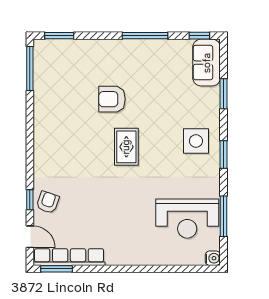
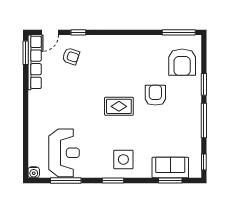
window: (59, 36) -> (204, 84), moved
sofa: (207, 63) -> (170, 168), moved
armchair: (69, 64) -> (182, 62), added
window: (223, 94) -> (170, 180), moved
armchair: (48, 202) -> (71, 56), moved
reception desk: (187, 219) -> (64, 153), turned 180

